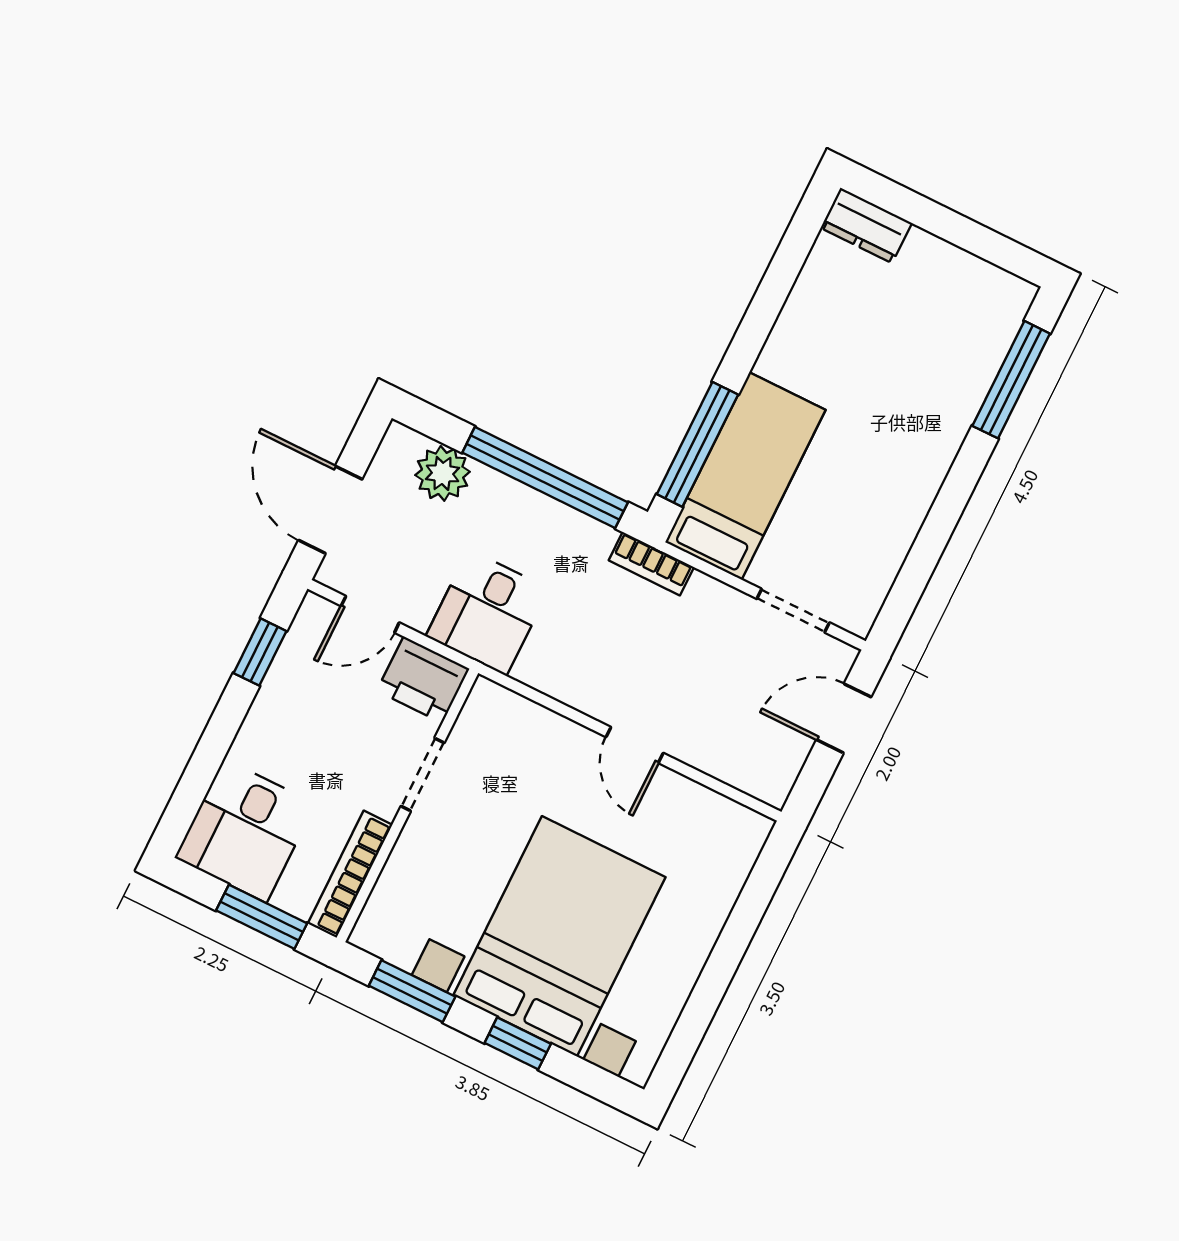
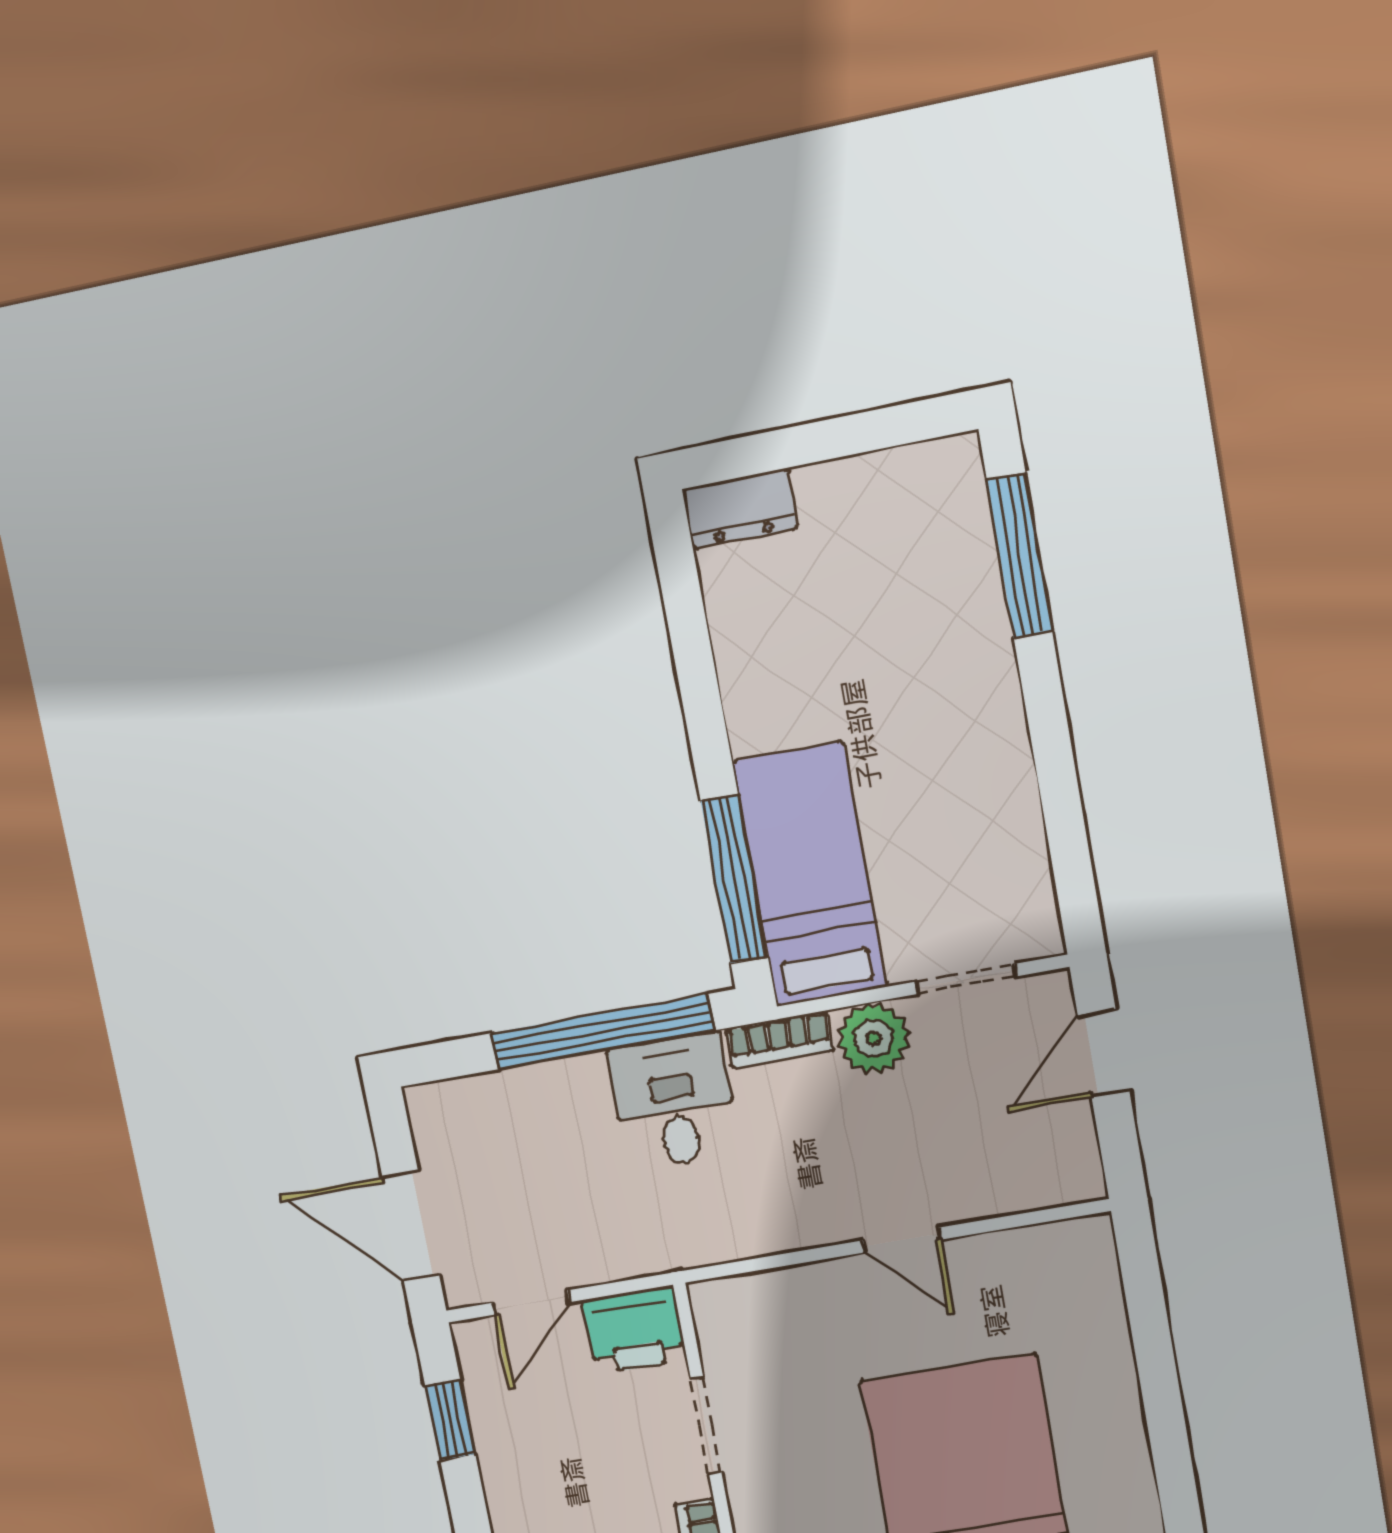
plant: (443, 473) -> (873, 1038), moved
desk: (488, 613) -> (674, 1102), moved, turned 180

